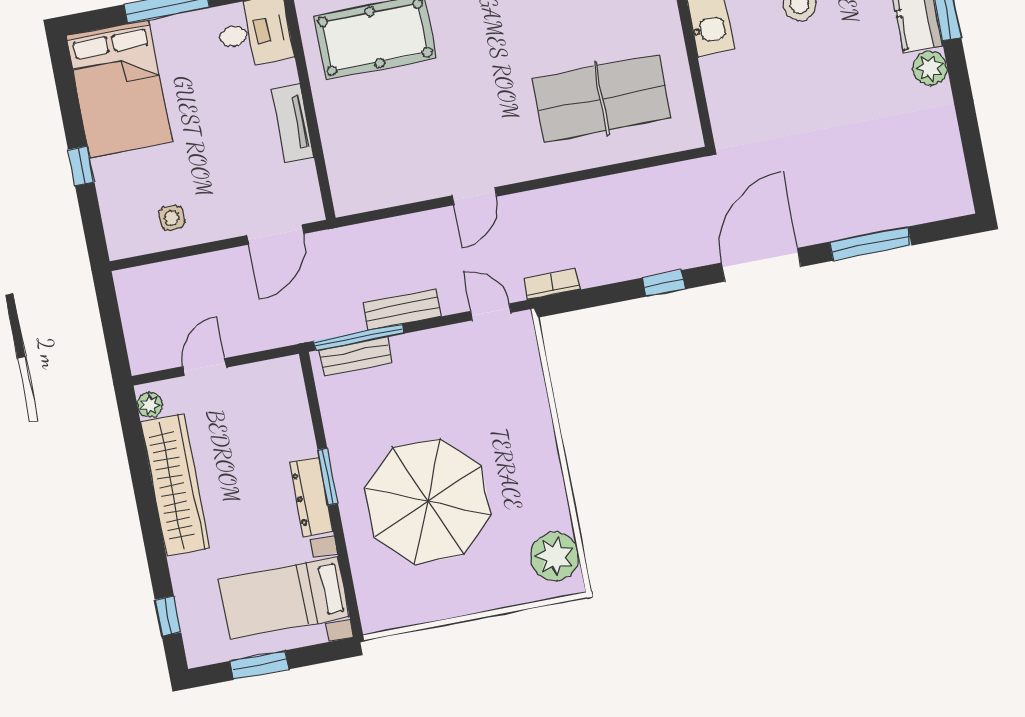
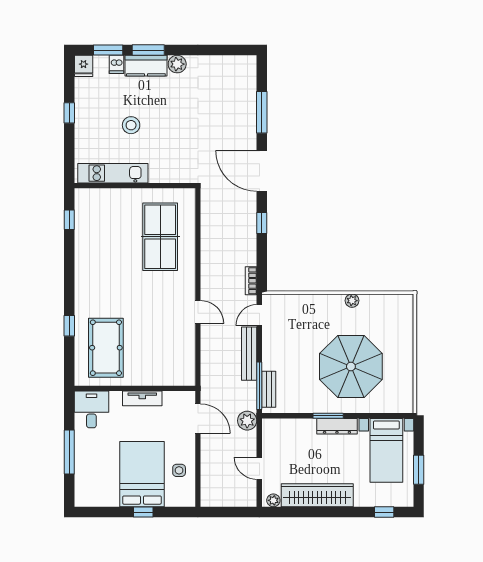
bed: (119, 89) -> (142, 474), moved, turned -90
bench: (402, 309) -> (249, 354), width x1.36
plant: (289, 327) -> (247, 421), added
plant: (555, 557) -> (352, 301), moved, width x0.53, depth x0.53

